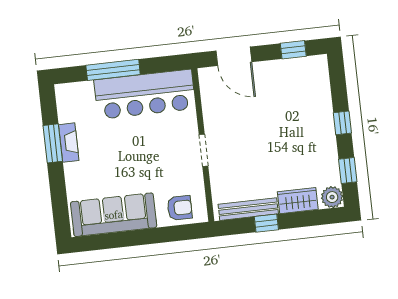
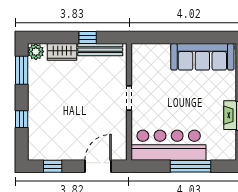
door: (234, 56) -> (98, 166), hinge flipped
window: (342, 123) -> (22, 119), moved
window: (348, 171) -> (22, 70), width x1.50
armchair: (180, 208) -> (152, 56), removed

